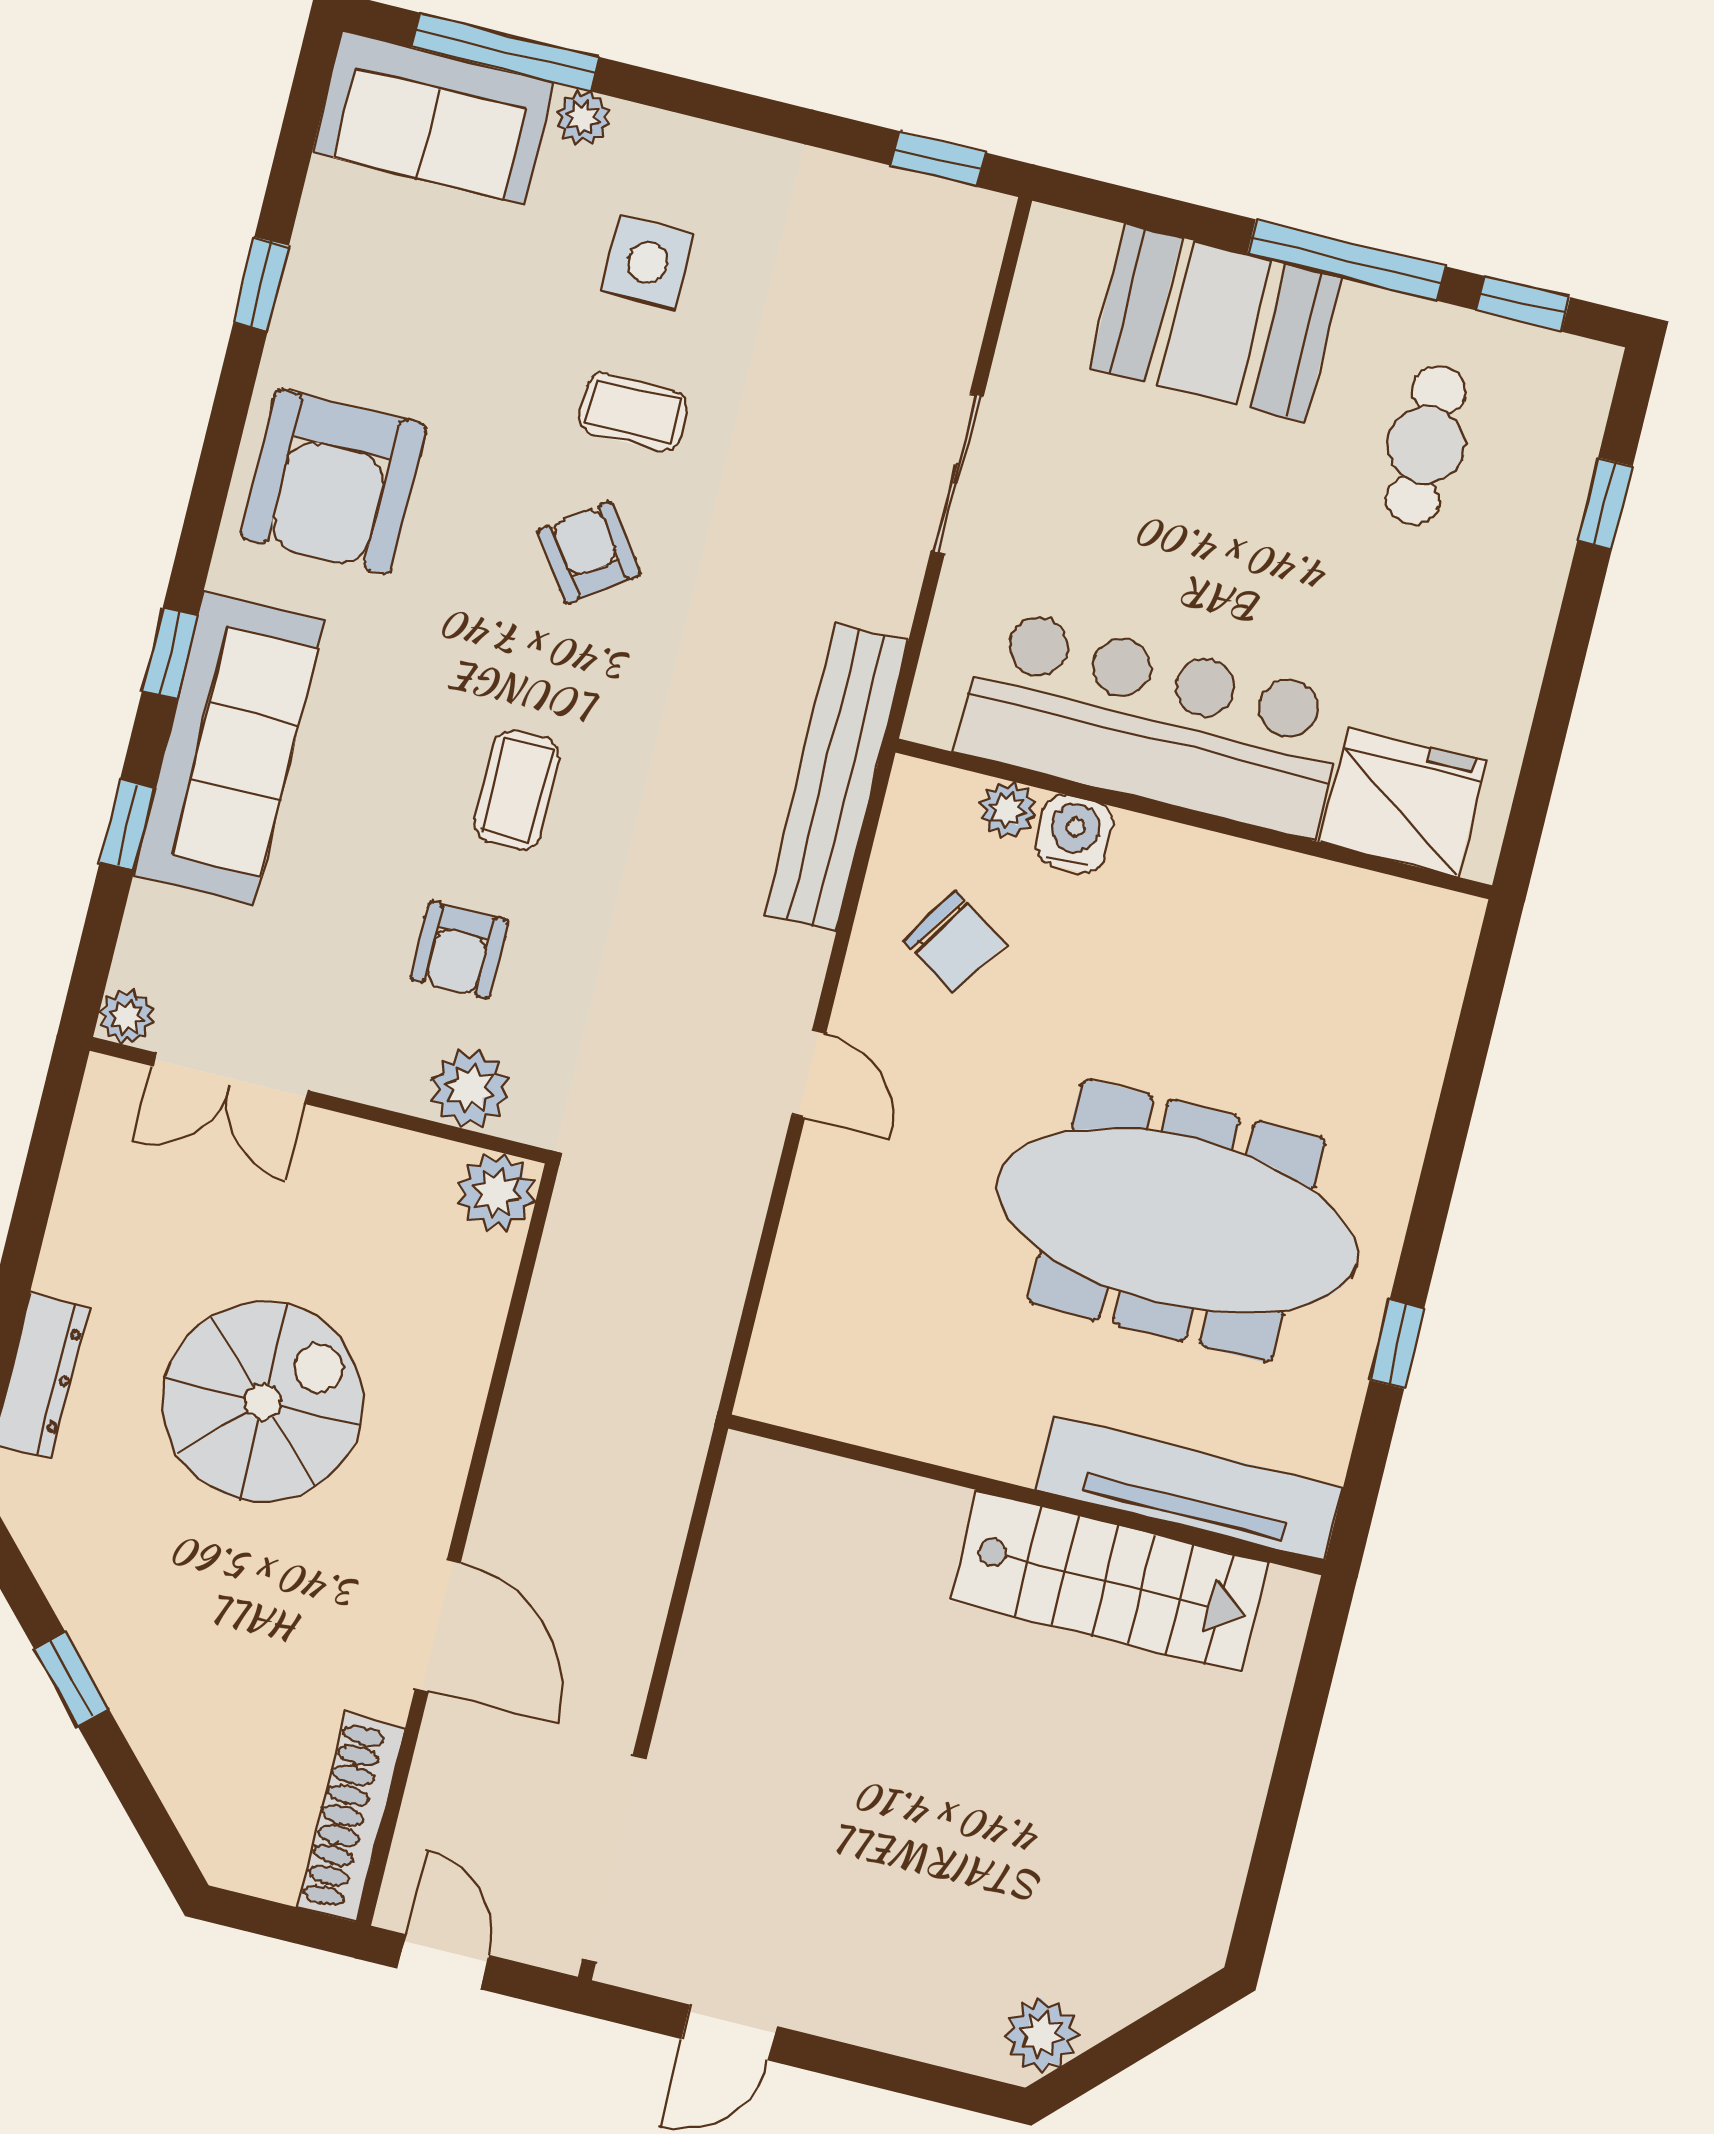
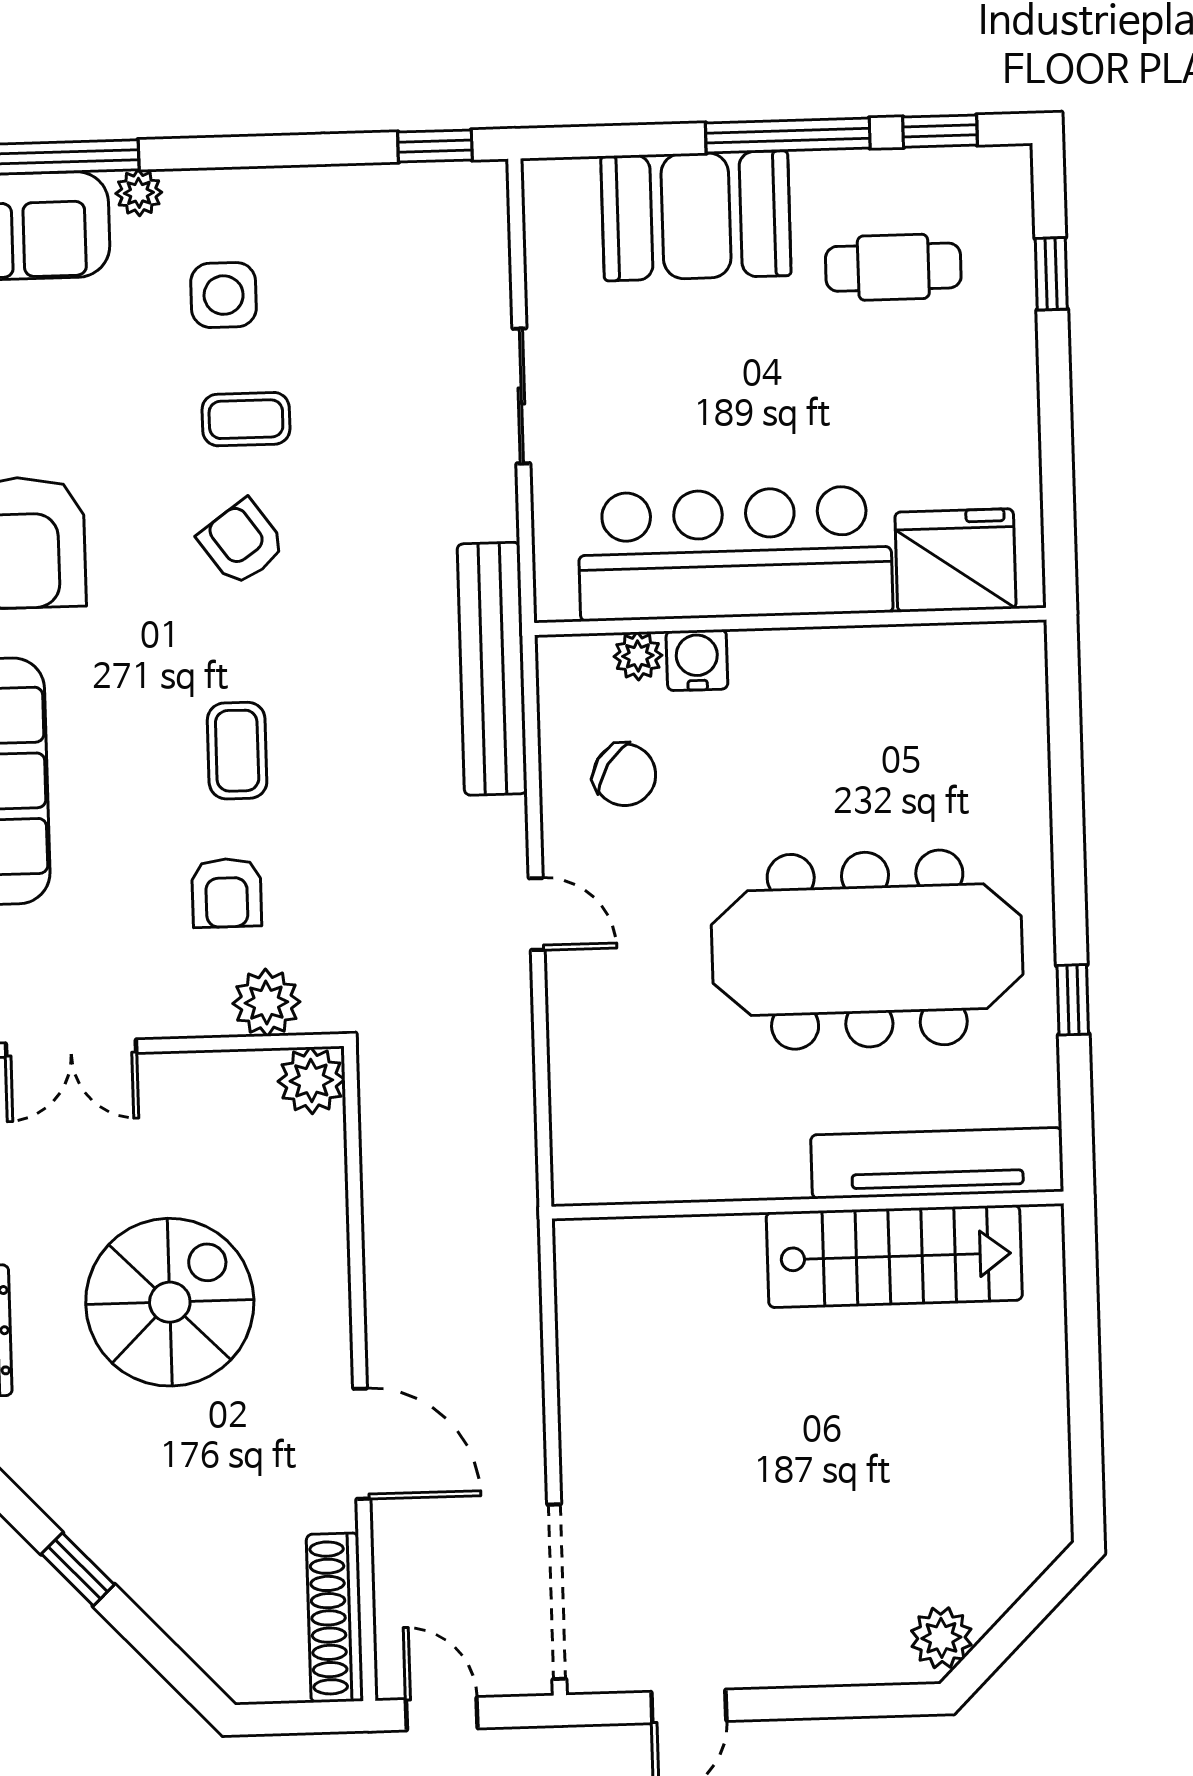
cafe table: (1426, 445) -> (893, 267), turned 90

